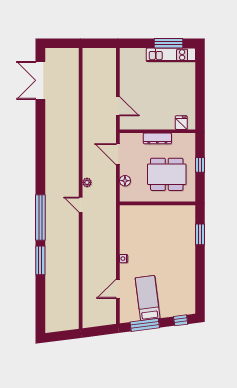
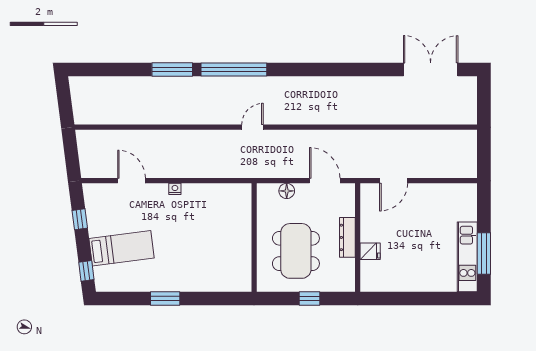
fridge: (181, 123) -> (370, 251), moved
door: (118, 154) -> (325, 181), hinge flipped
plant: (87, 182) -> (284, 136), removed
window: (200, 234) -> (165, 299), moved
bed: (148, 298) -> (122, 248), moved
window: (145, 325) -> (80, 219), width x0.46

